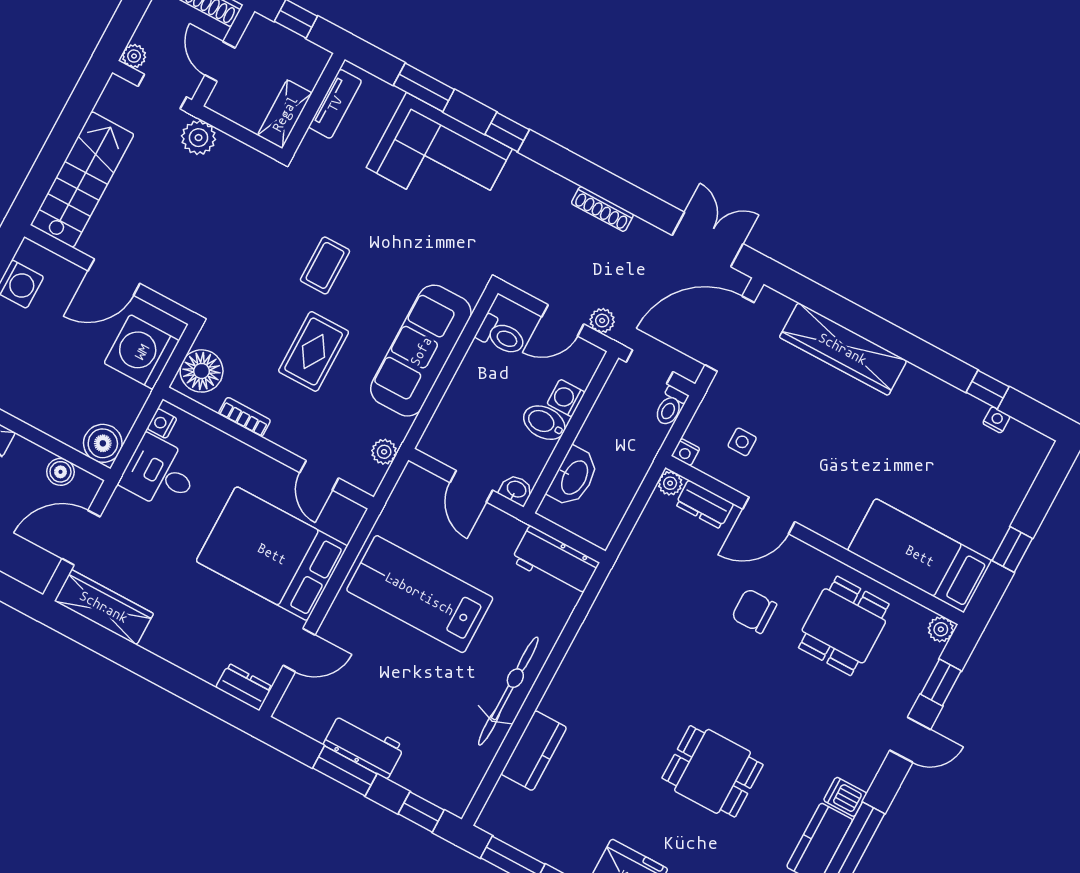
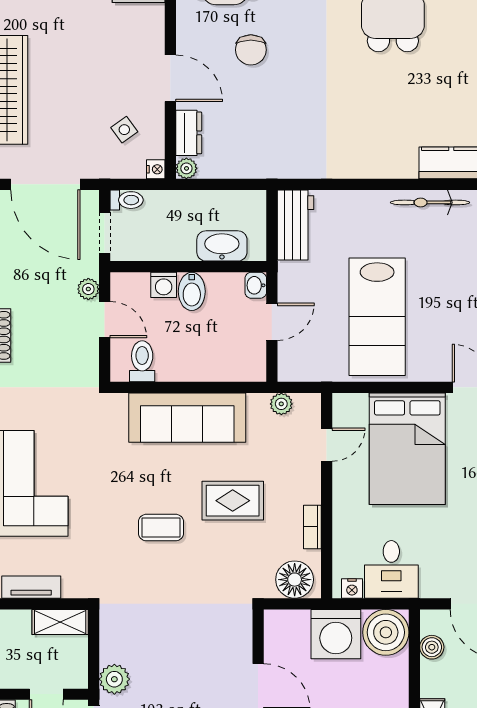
washing machine: (142, 352) -> (336, 634), moved
side table: (742, 442) -> (124, 130), turned -36
boiler: (103, 443) -> (386, 632), width x1.37, depth x1.37
bicycle: (508, 691) -> (430, 202), width x0.73, depth x0.71

